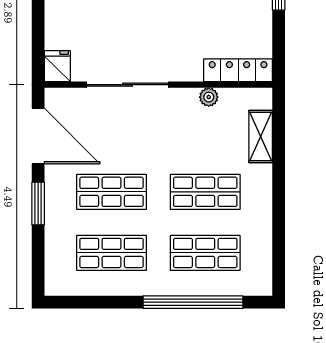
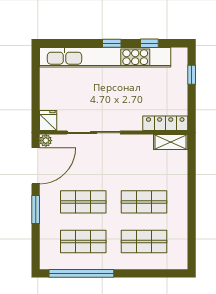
plant: (209, 97) -> (46, 141), moved
door: (38, 136) -> (36, 166), hinge flipped
shelving: (261, 137) -> (171, 142), moved, turned 90
window: (193, 302) -> (81, 273), moved

